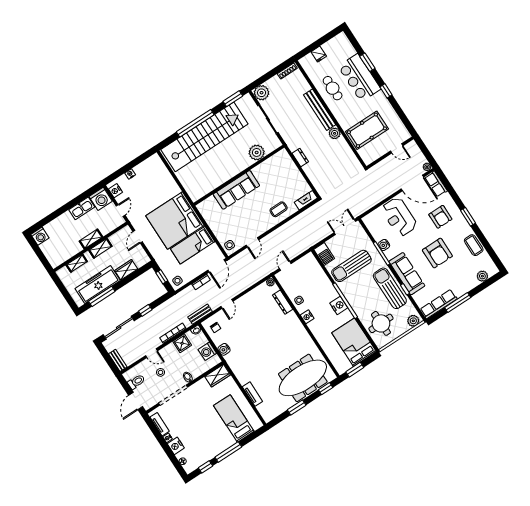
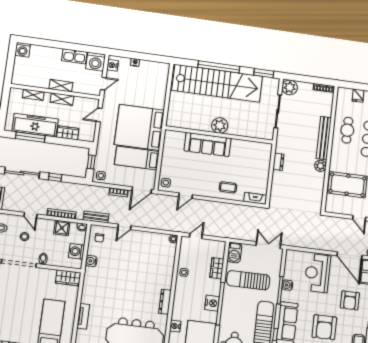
plant: (257, 152) -> (220, 125), moved
wardrobe: (321, 277) -> (217, 268), added
dresser: (283, 302) -> (165, 302), moved
nightstand: (307, 317) -> (175, 326), moved

